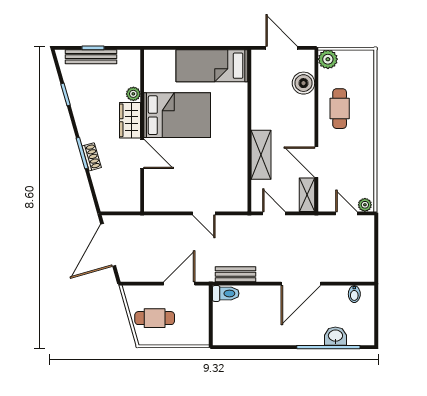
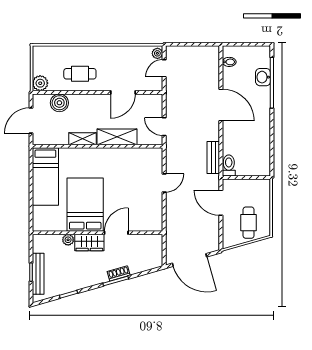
shelving: (307, 195) -> (83, 139), moved
door: (274, 213) -> (164, 127), hinge flipped

